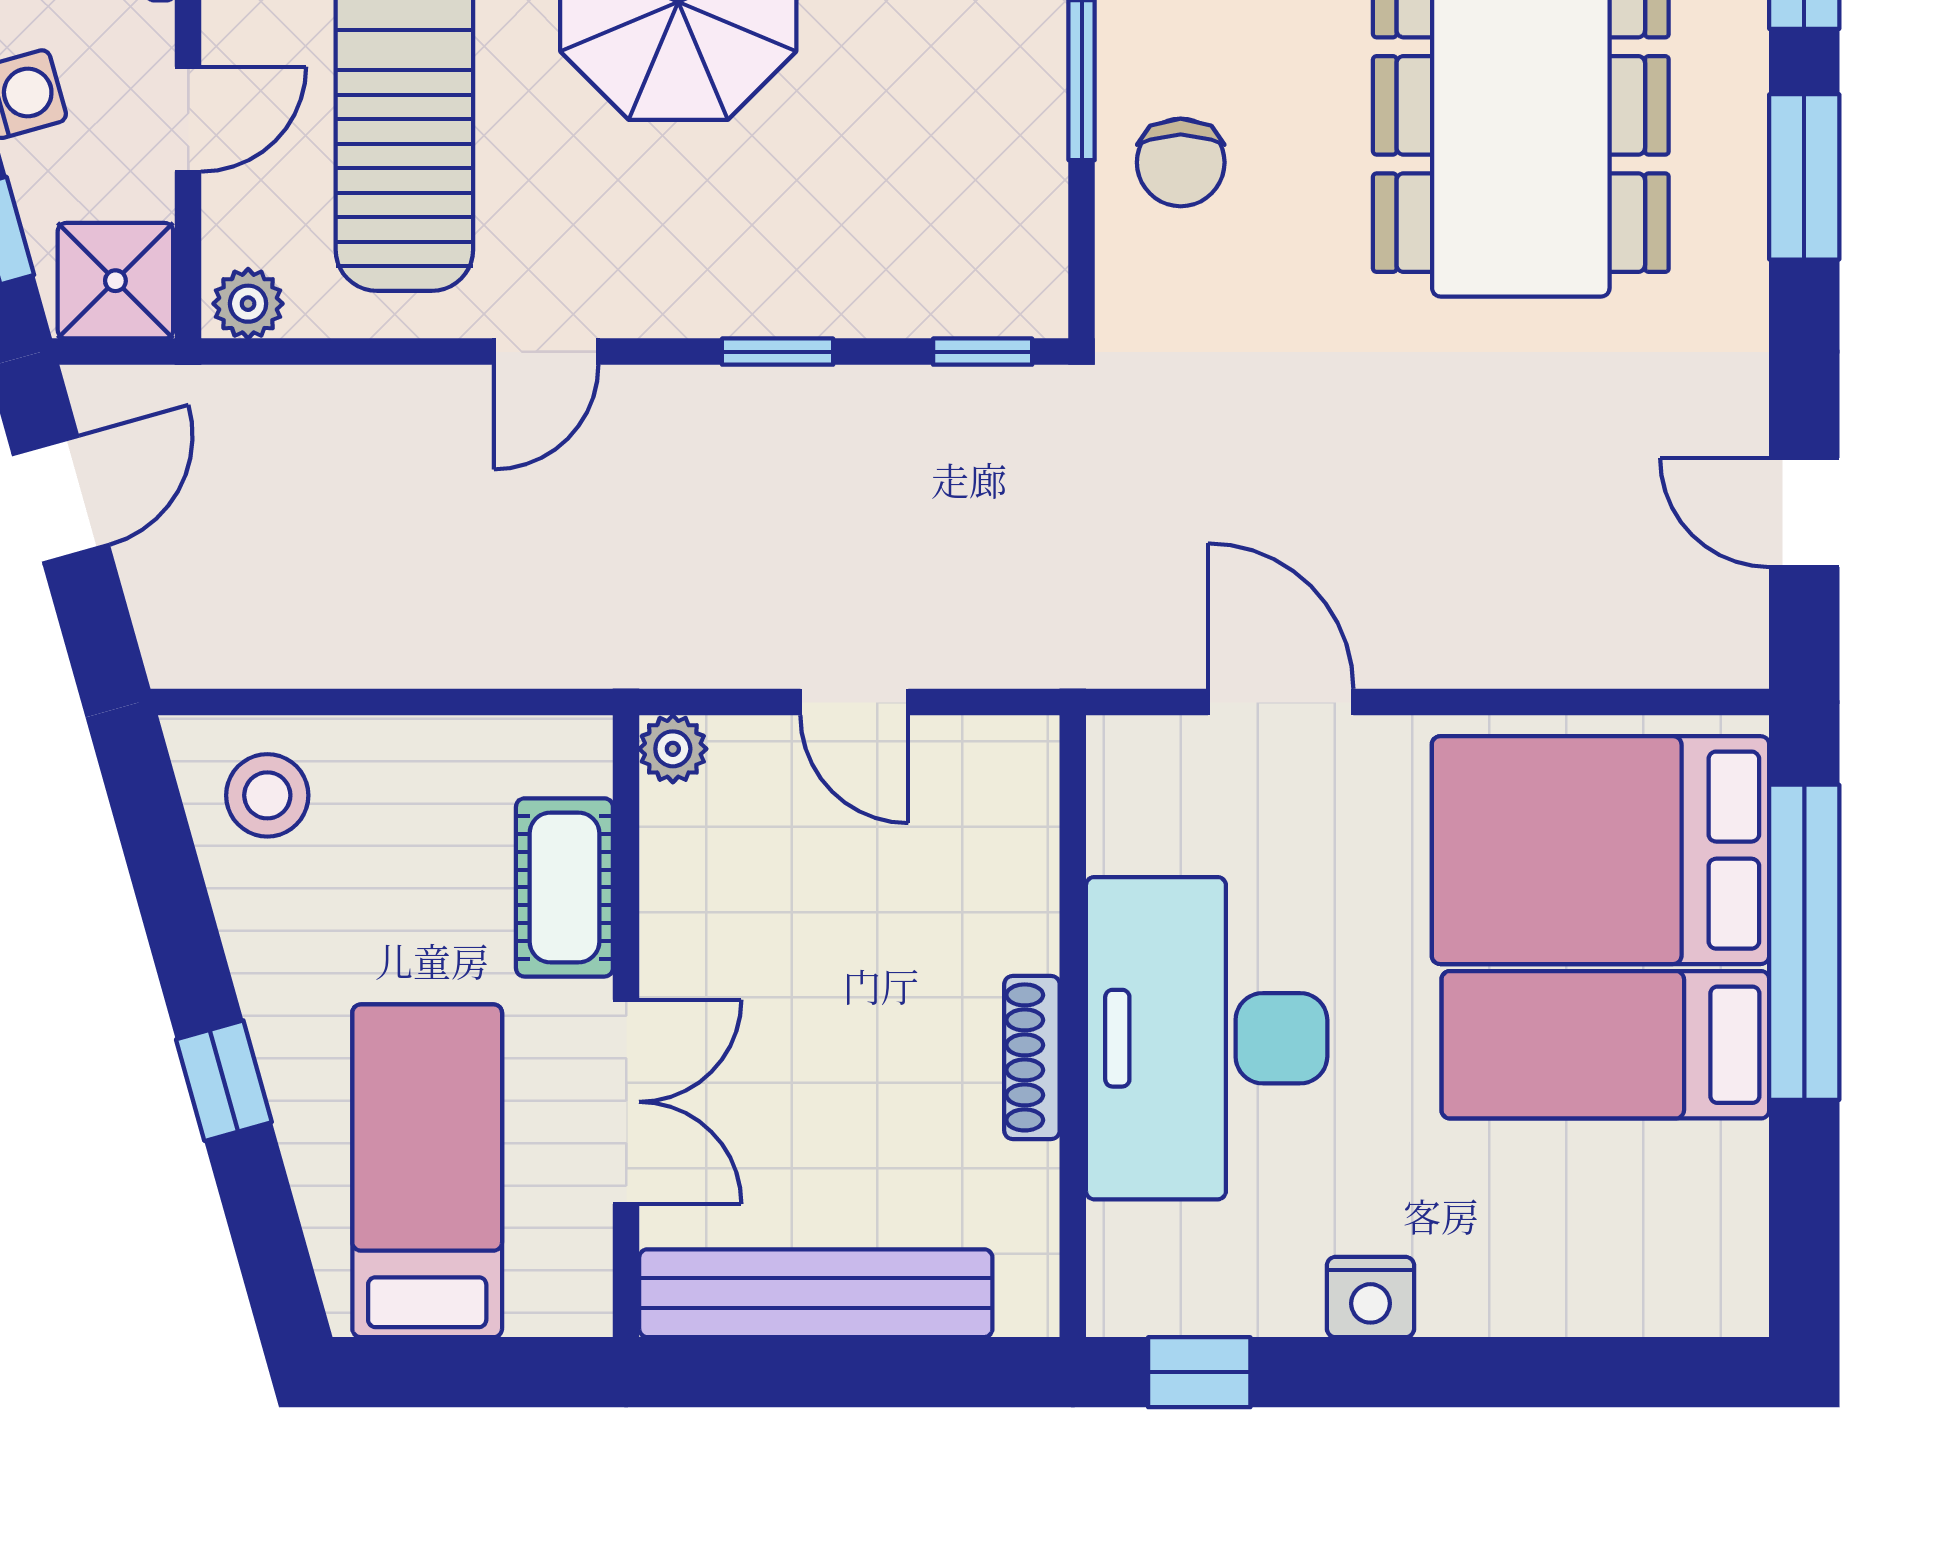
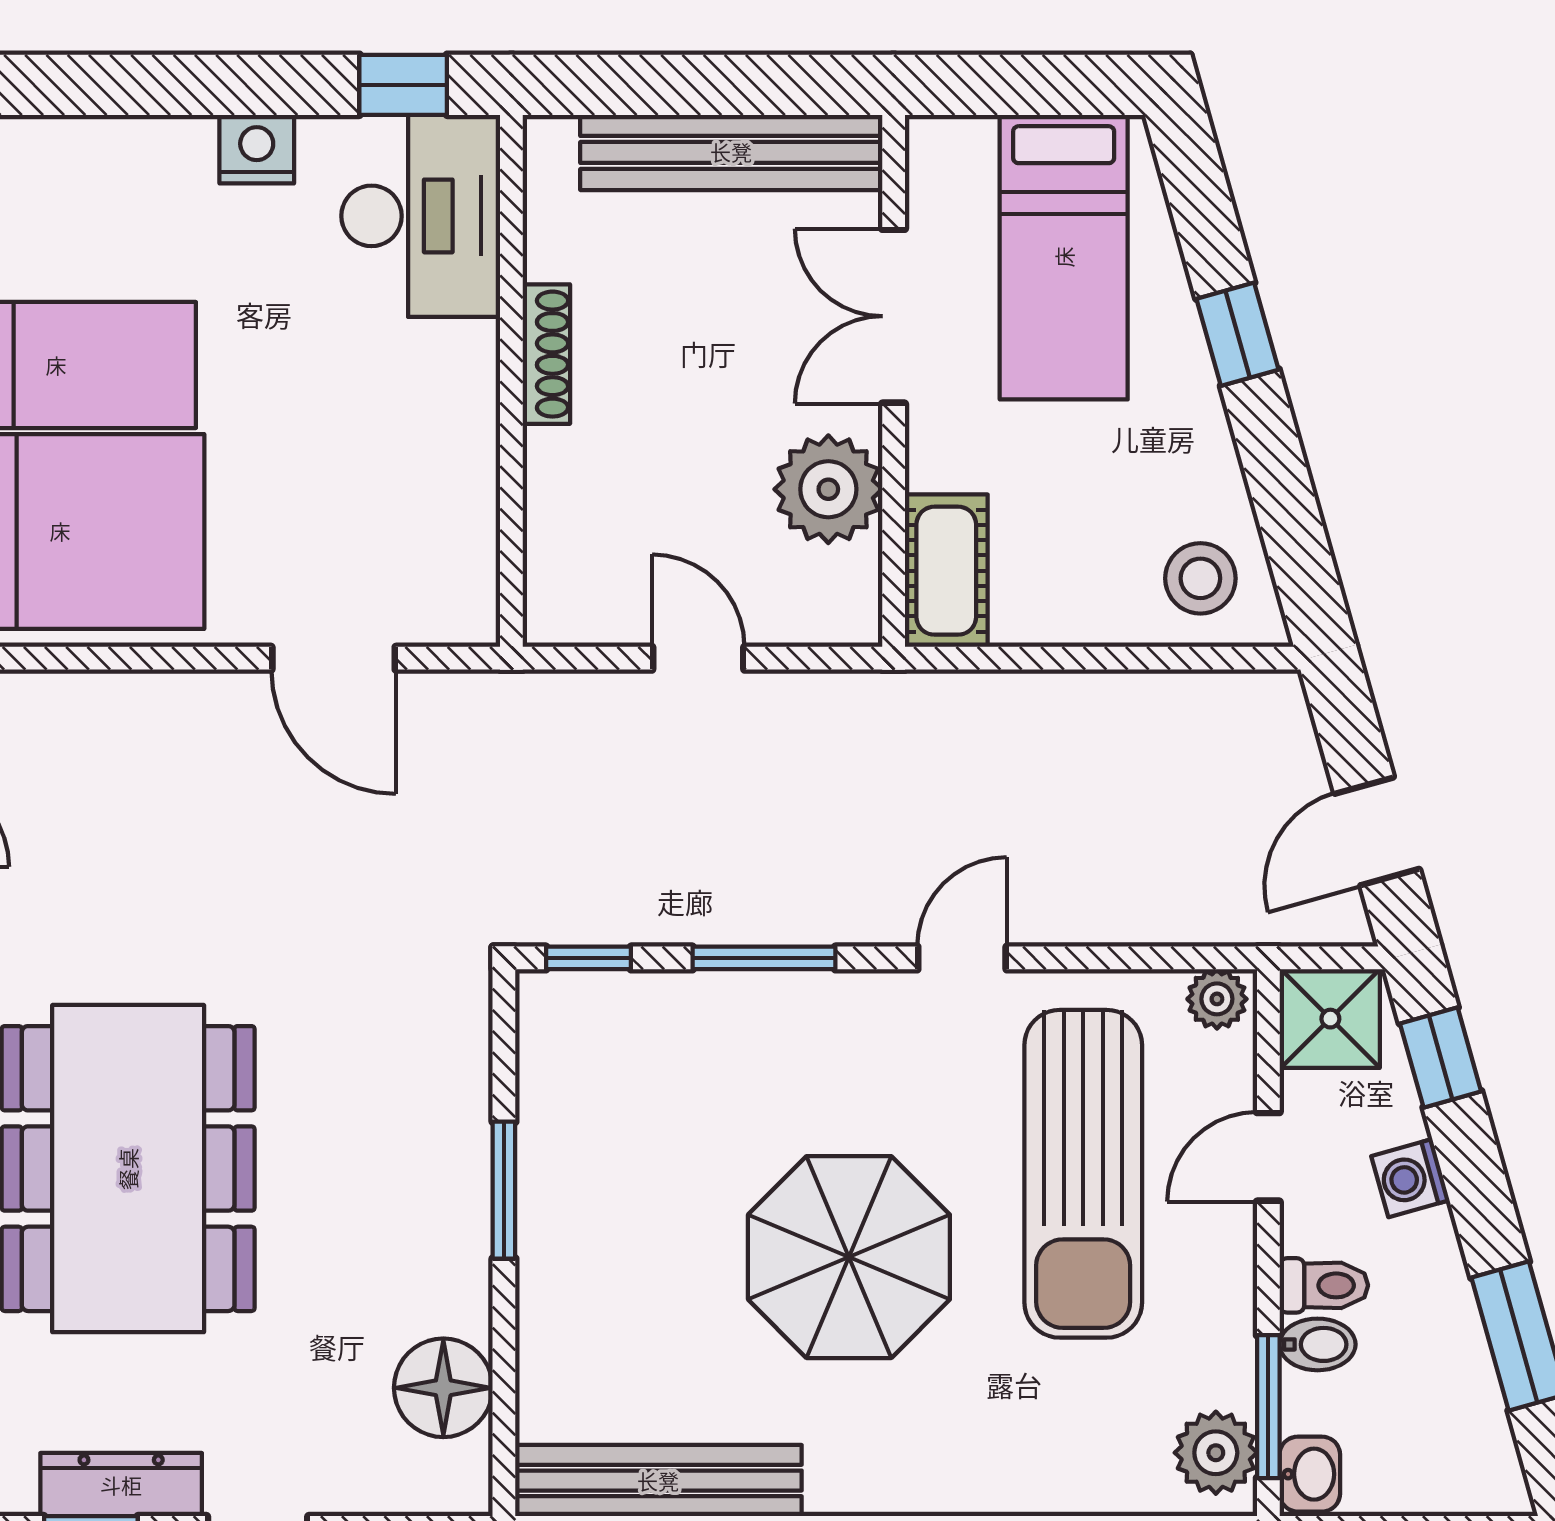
chair: (1181, 162) -> (419, 1120), removed
window: (778, 352) -> (764, 958), width x1.50
plant: (673, 749) -> (828, 489), moved, width x1.88, depth x1.88
cot: (564, 887) -> (946, 571), moved
desk: (1207, 1038) -> (421, 216), moved, width x0.73, depth x0.77

